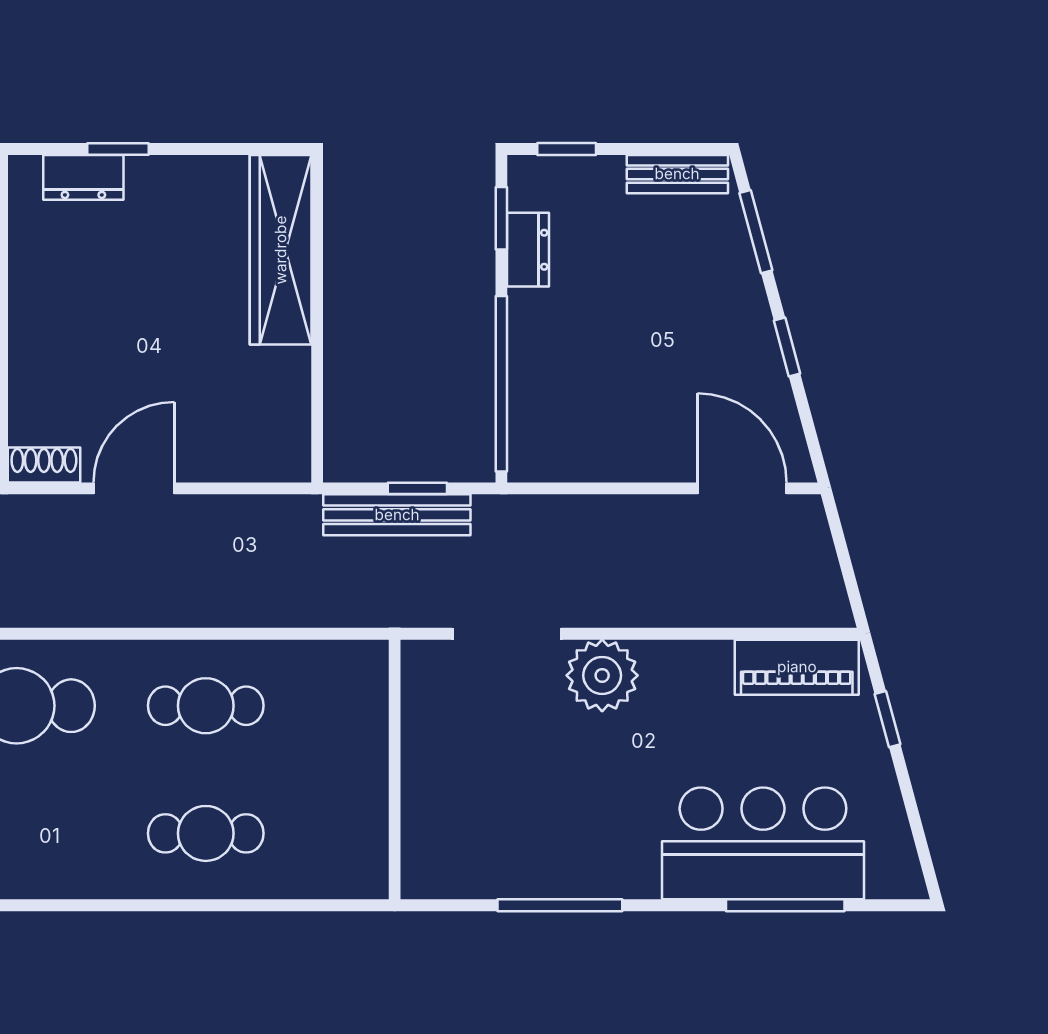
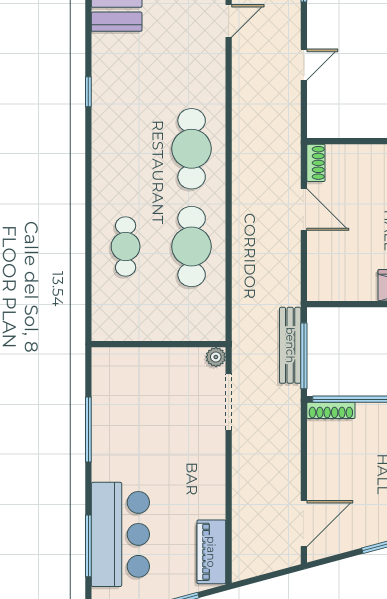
shoe rack: (523, 436) -> (331, 410), added
window: (417, 488) -> (304, 356), width x2.17
plant: (602, 675) -> (216, 357), moved, width x0.53, depth x0.53
cafe table: (206, 706) -> (192, 247), width x1.37, depth x1.35

